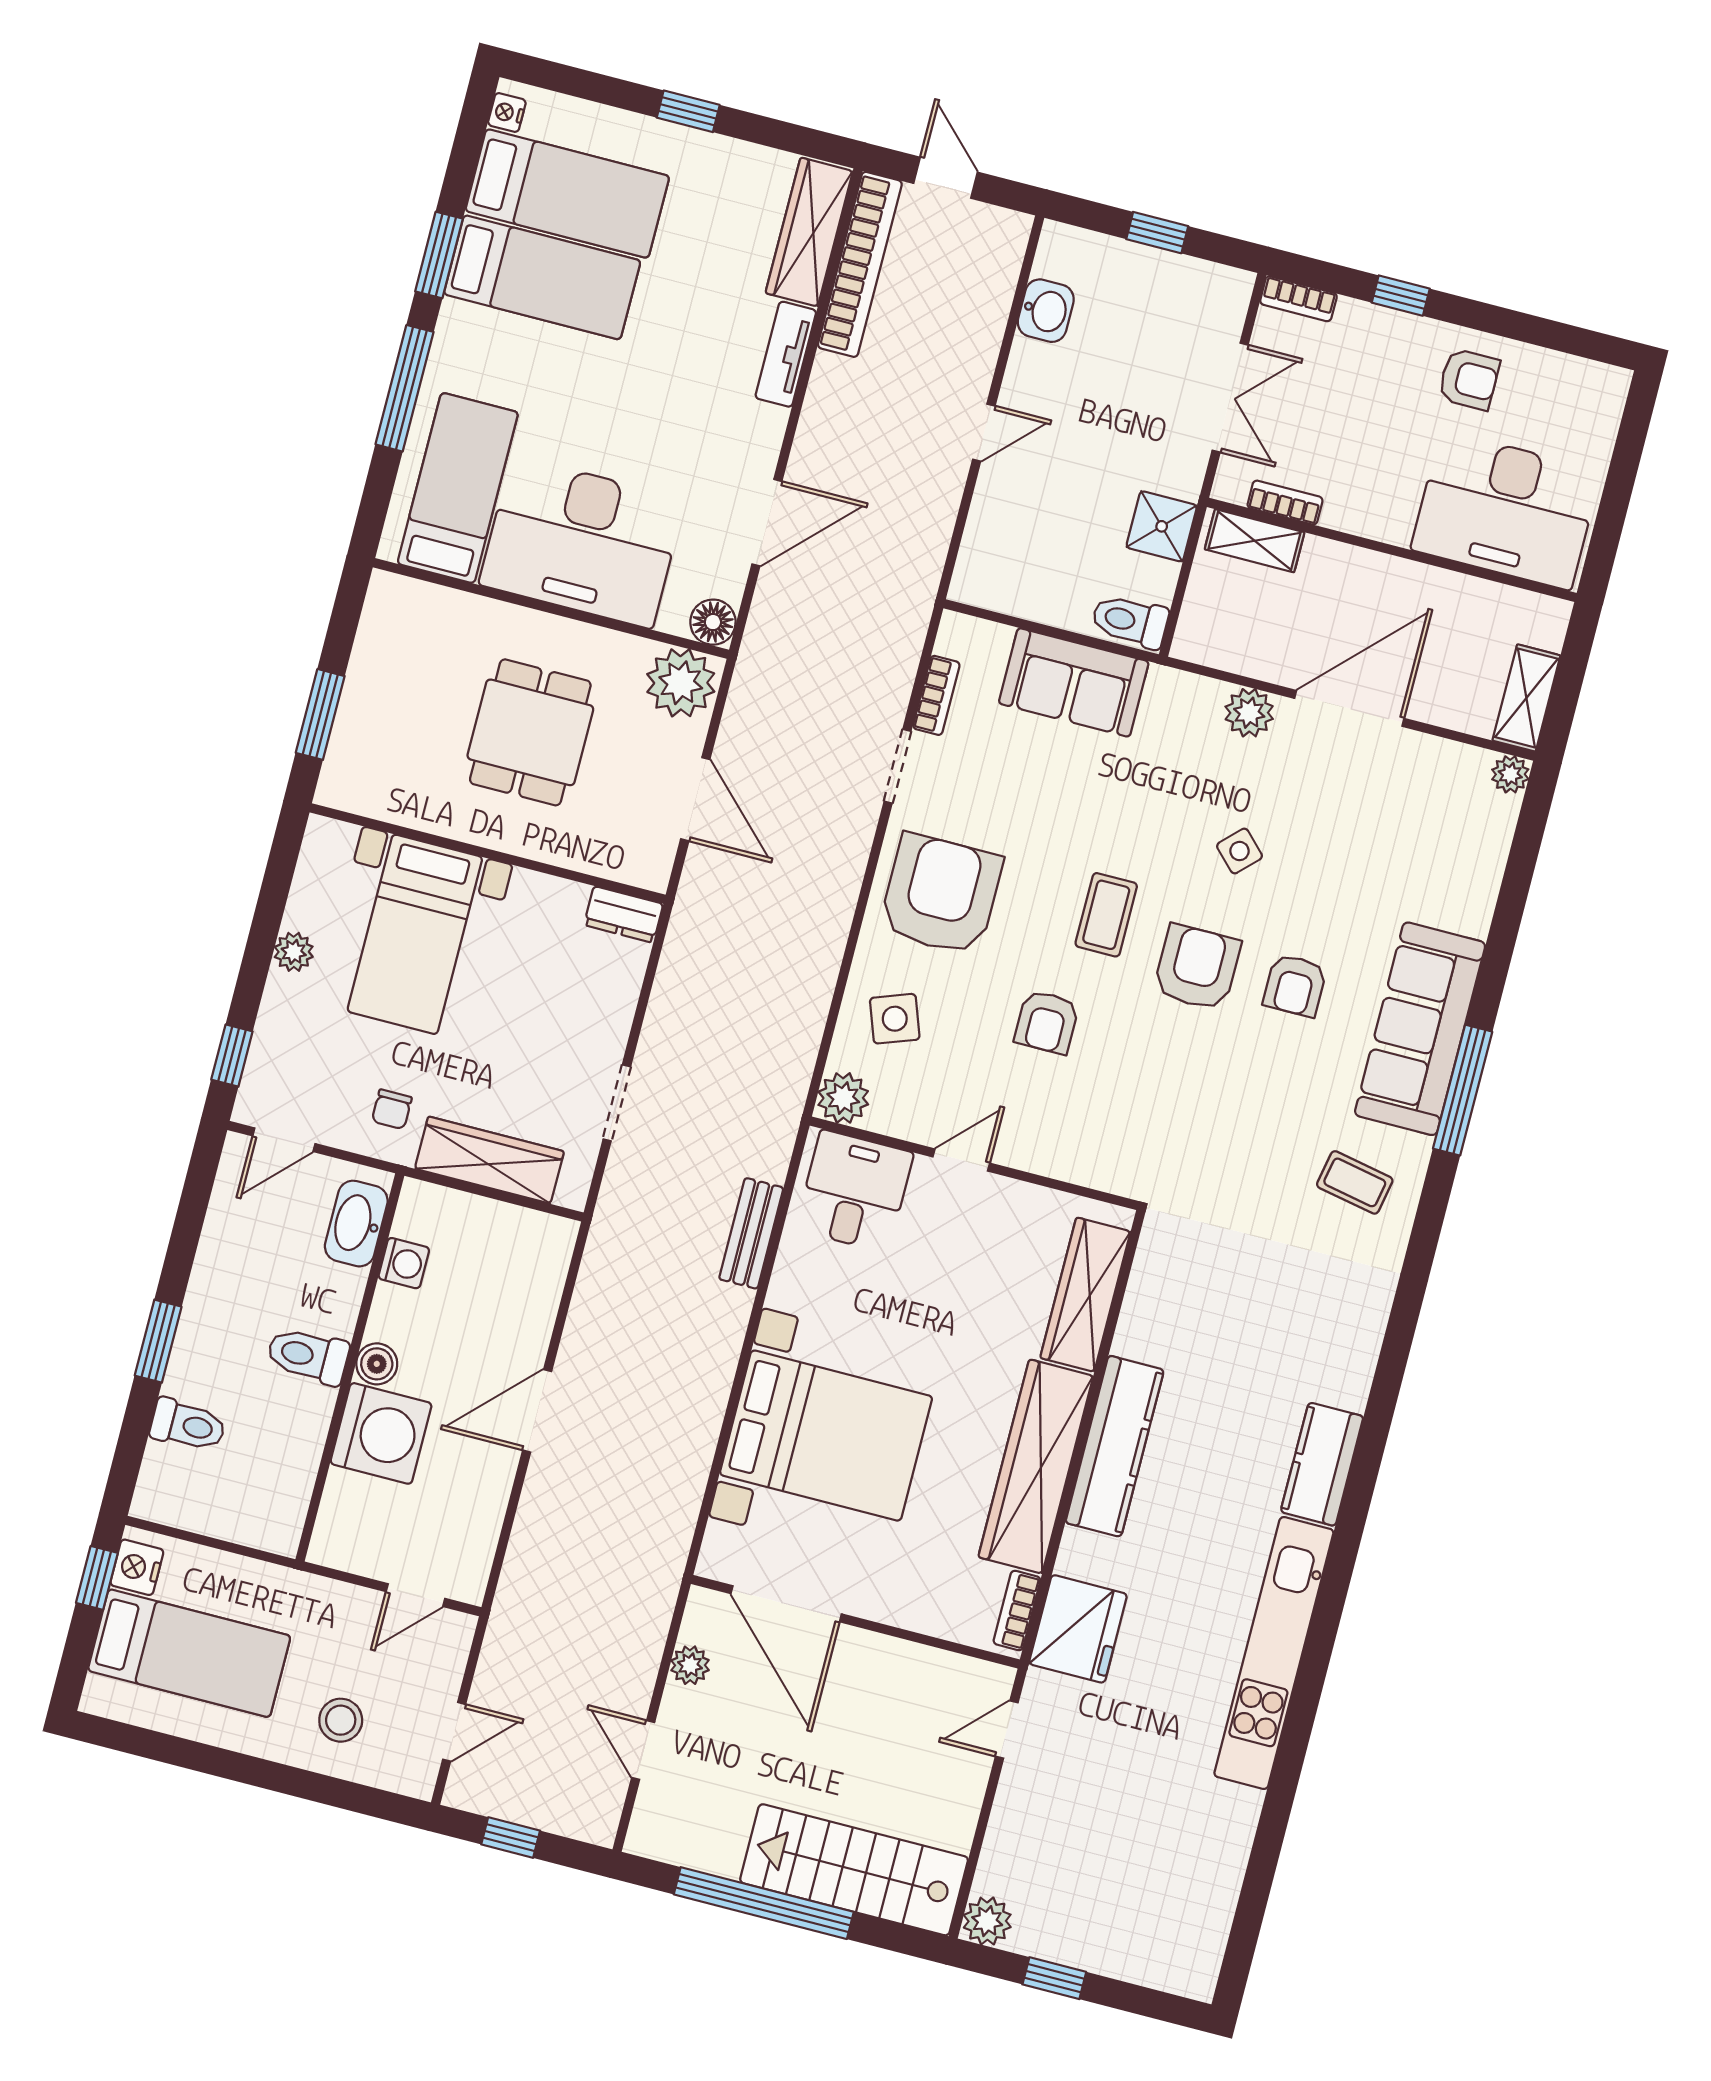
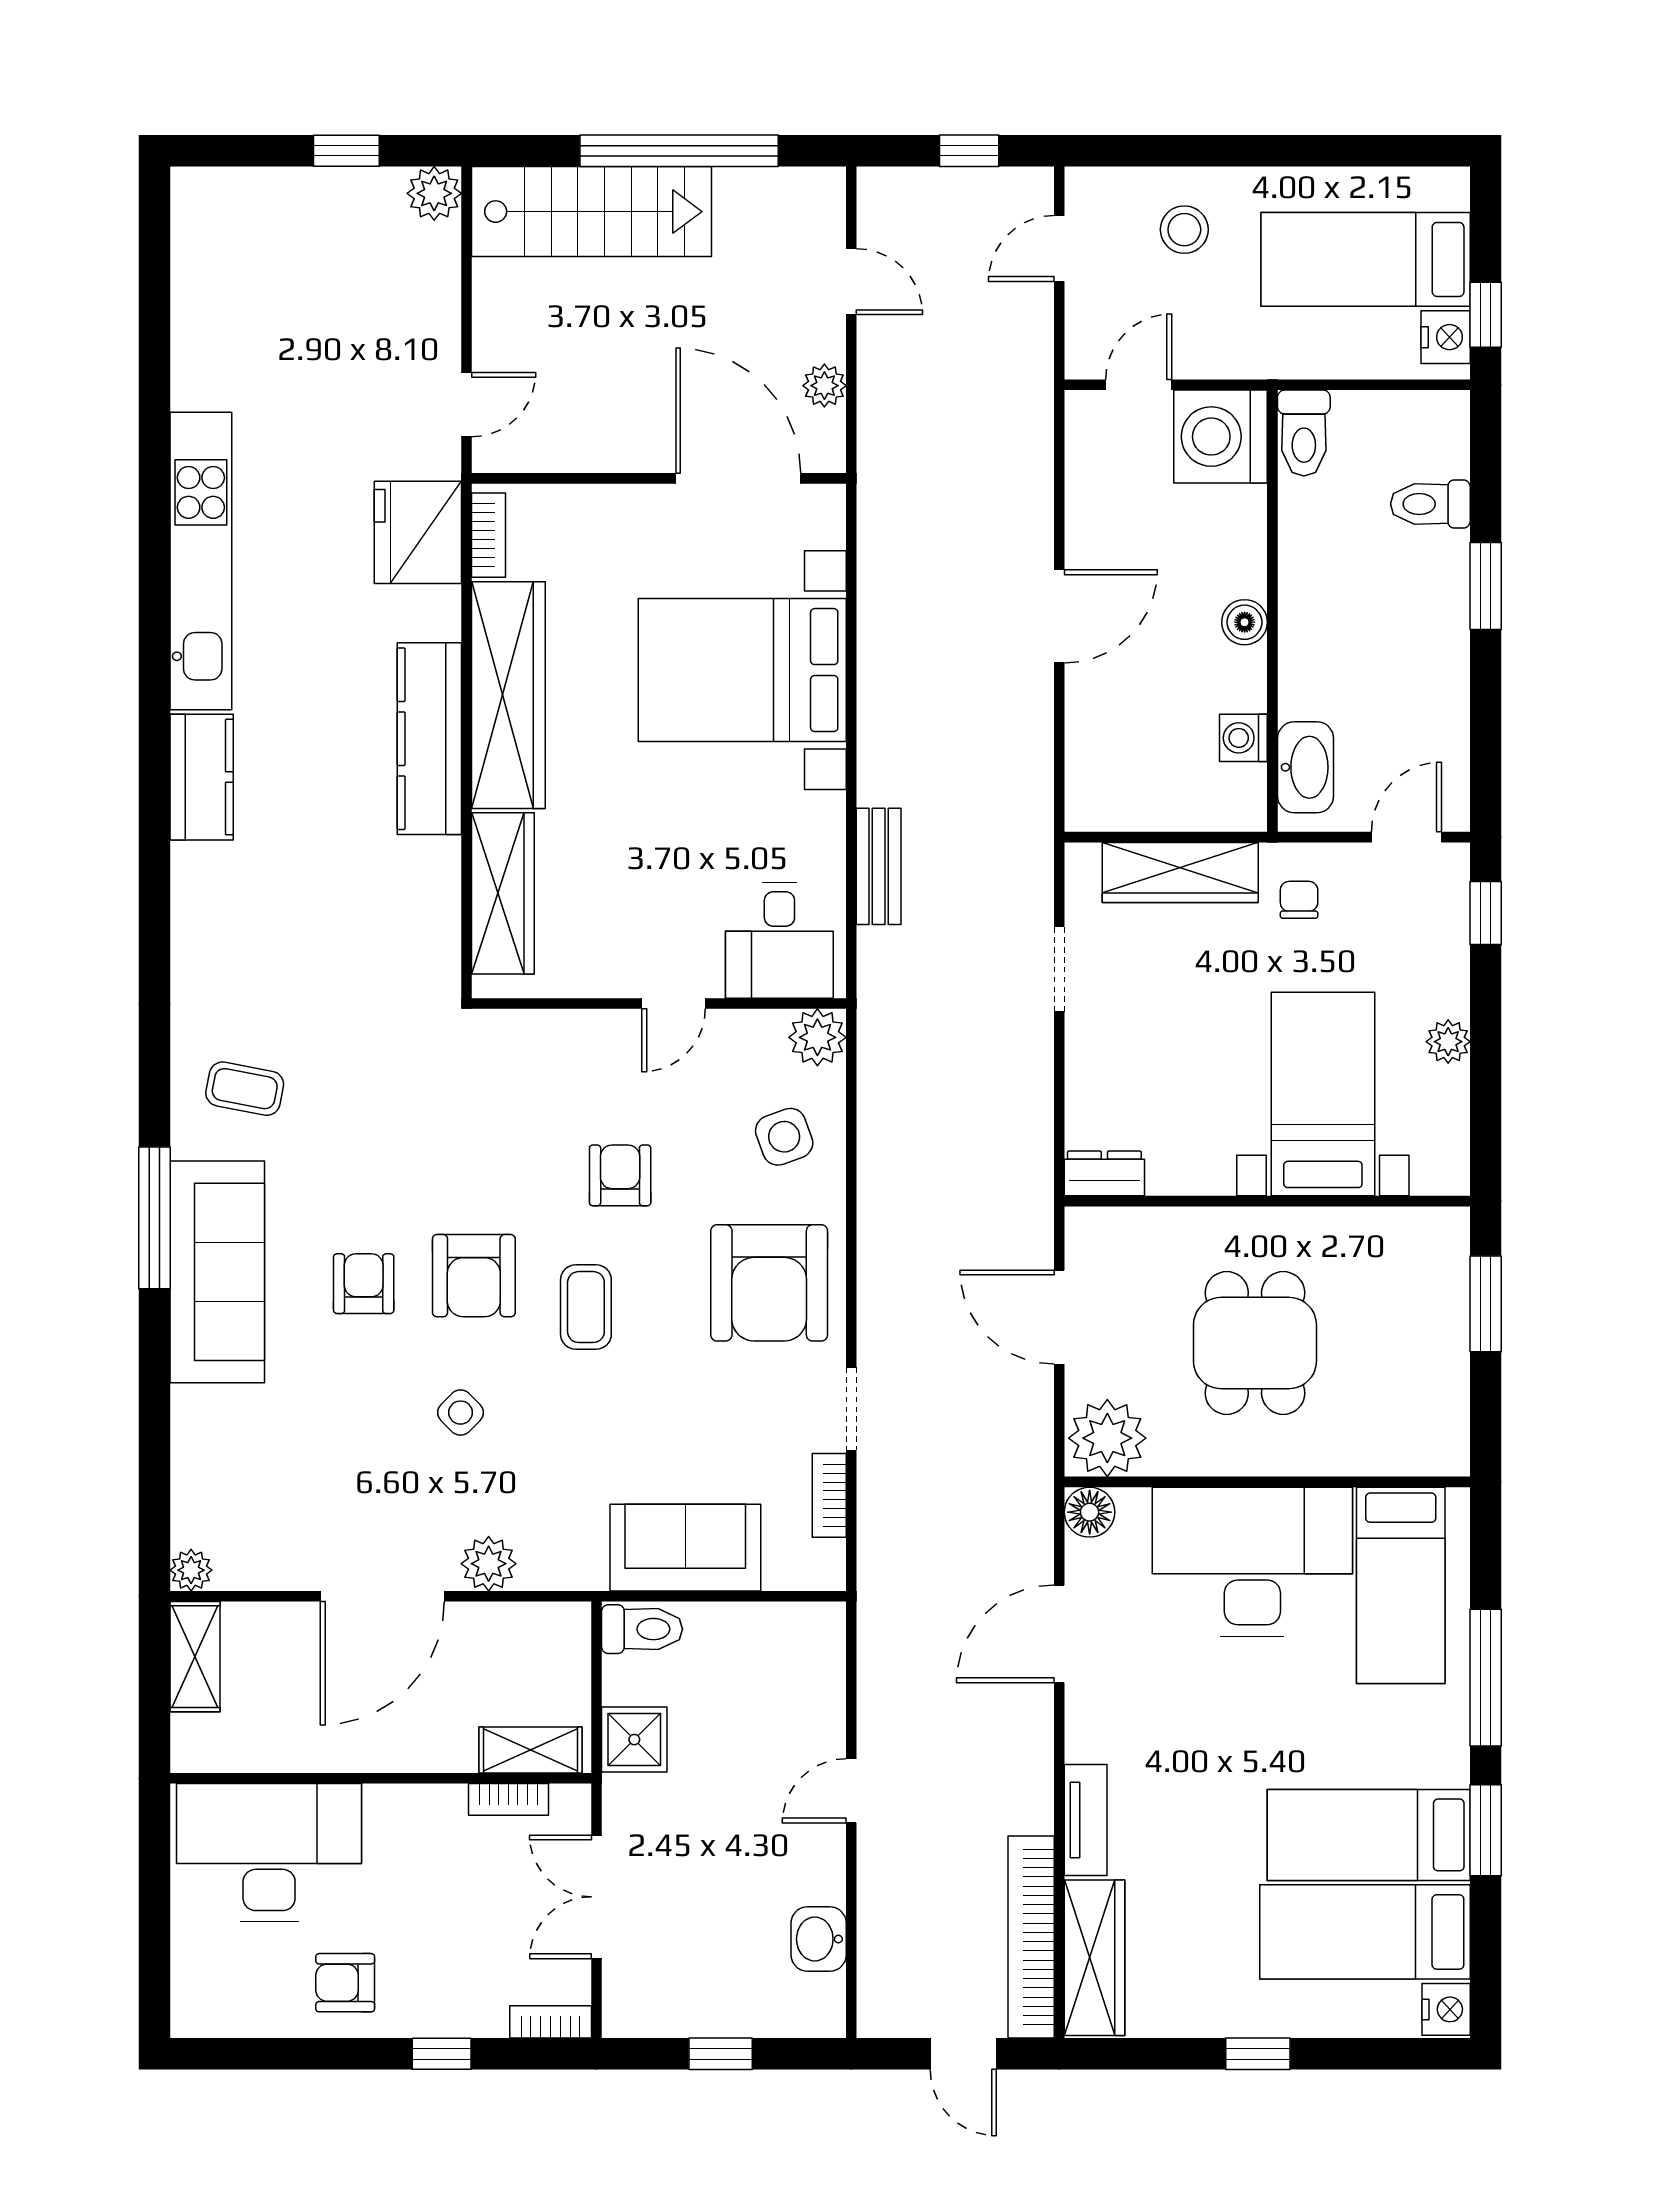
nightstand: (507, 112) -> (1446, 2009), width x1.39, depth x1.35
toilet: (308, 1356) -> (1304, 433), moved, turned 90
washing machine: (381, 1433) -> (1221, 437), moved

